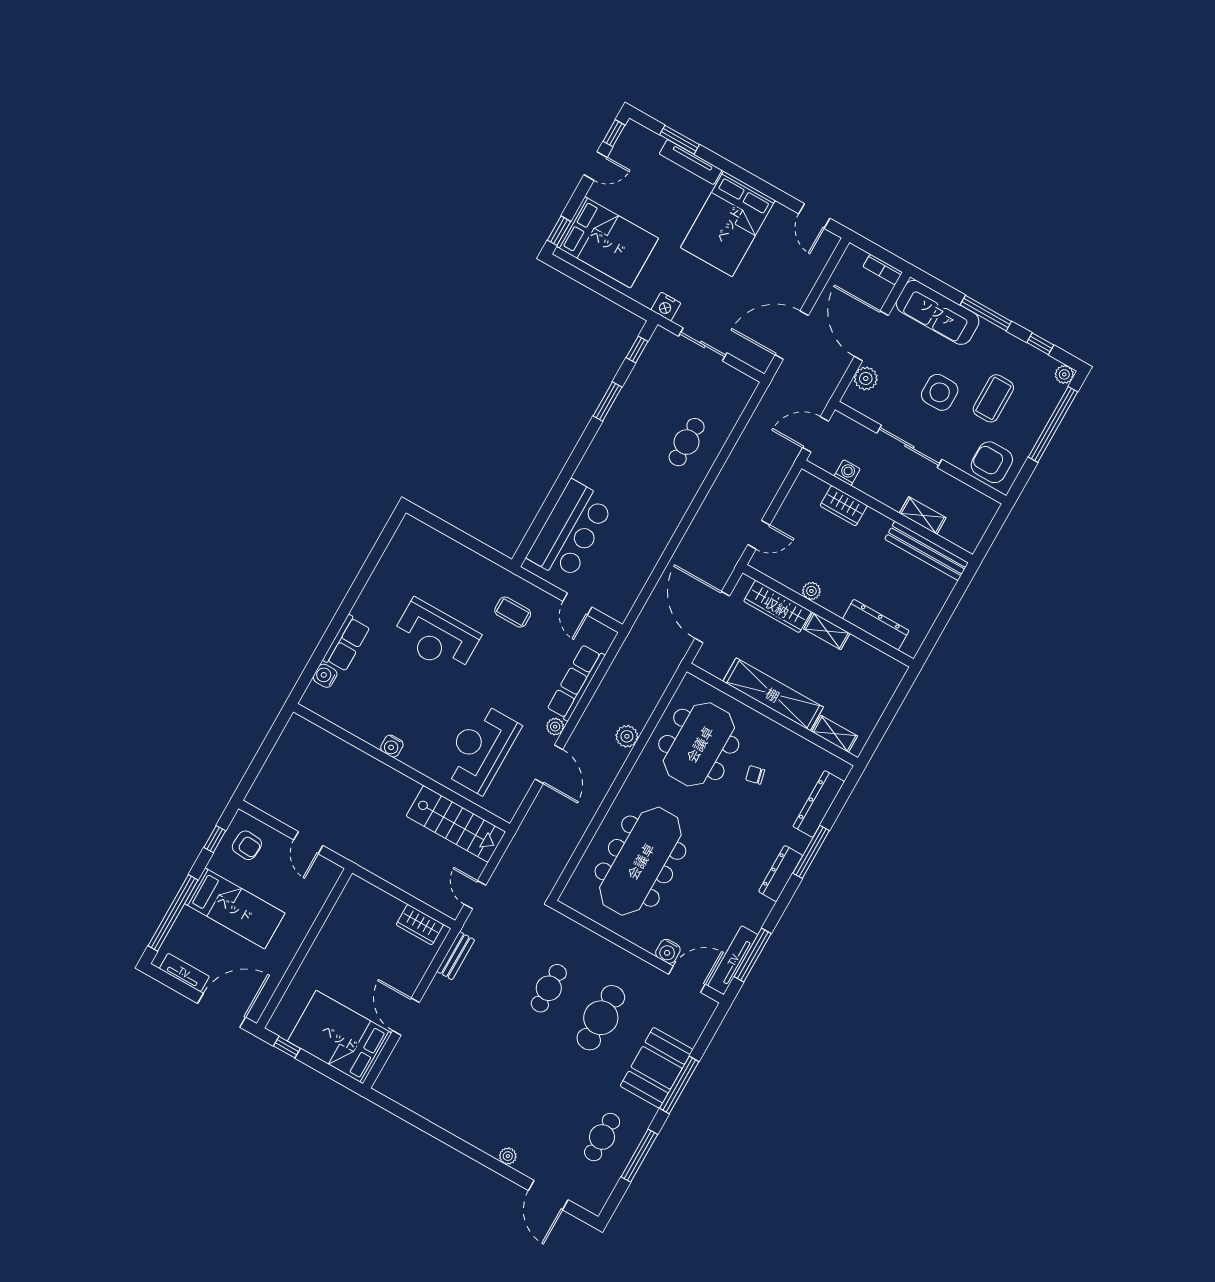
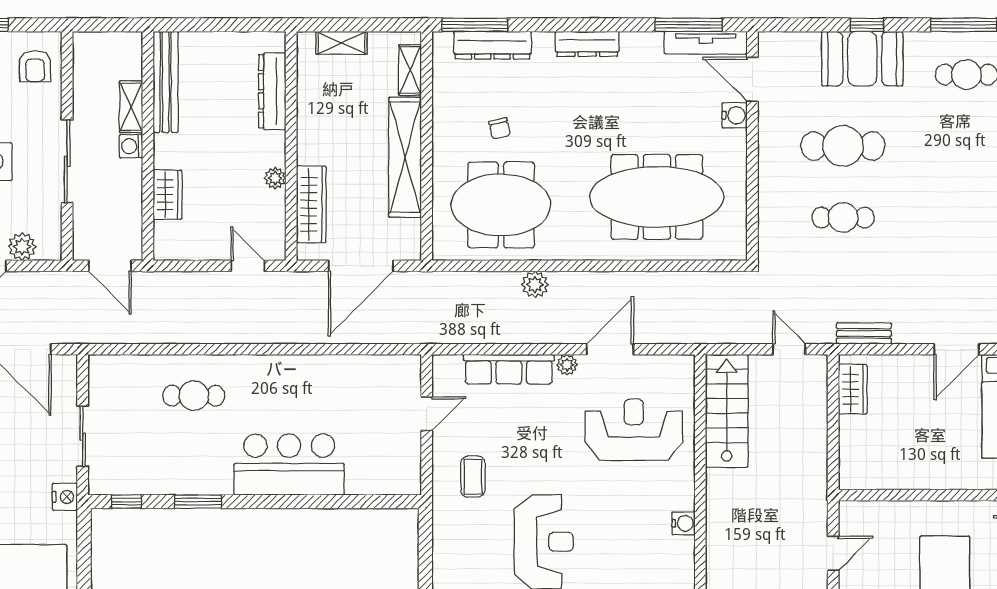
armchair: (992, 462) -> (35, 66), width x0.72, depth x0.72
washing machine: (847, 473) -> (131, 146), moved
bar counter: (570, 530) -> (289, 465), moved
shelving: (827, 631) -> (342, 43), moved, turned 90
reception desk: (480, 748) -> (634, 430), turned 180
window: (811, 852) -> (475, 25), moved
door: (475, 895) -> (789, 349), swing flipped
window: (679, 1085) -> (867, 25), width x0.46

